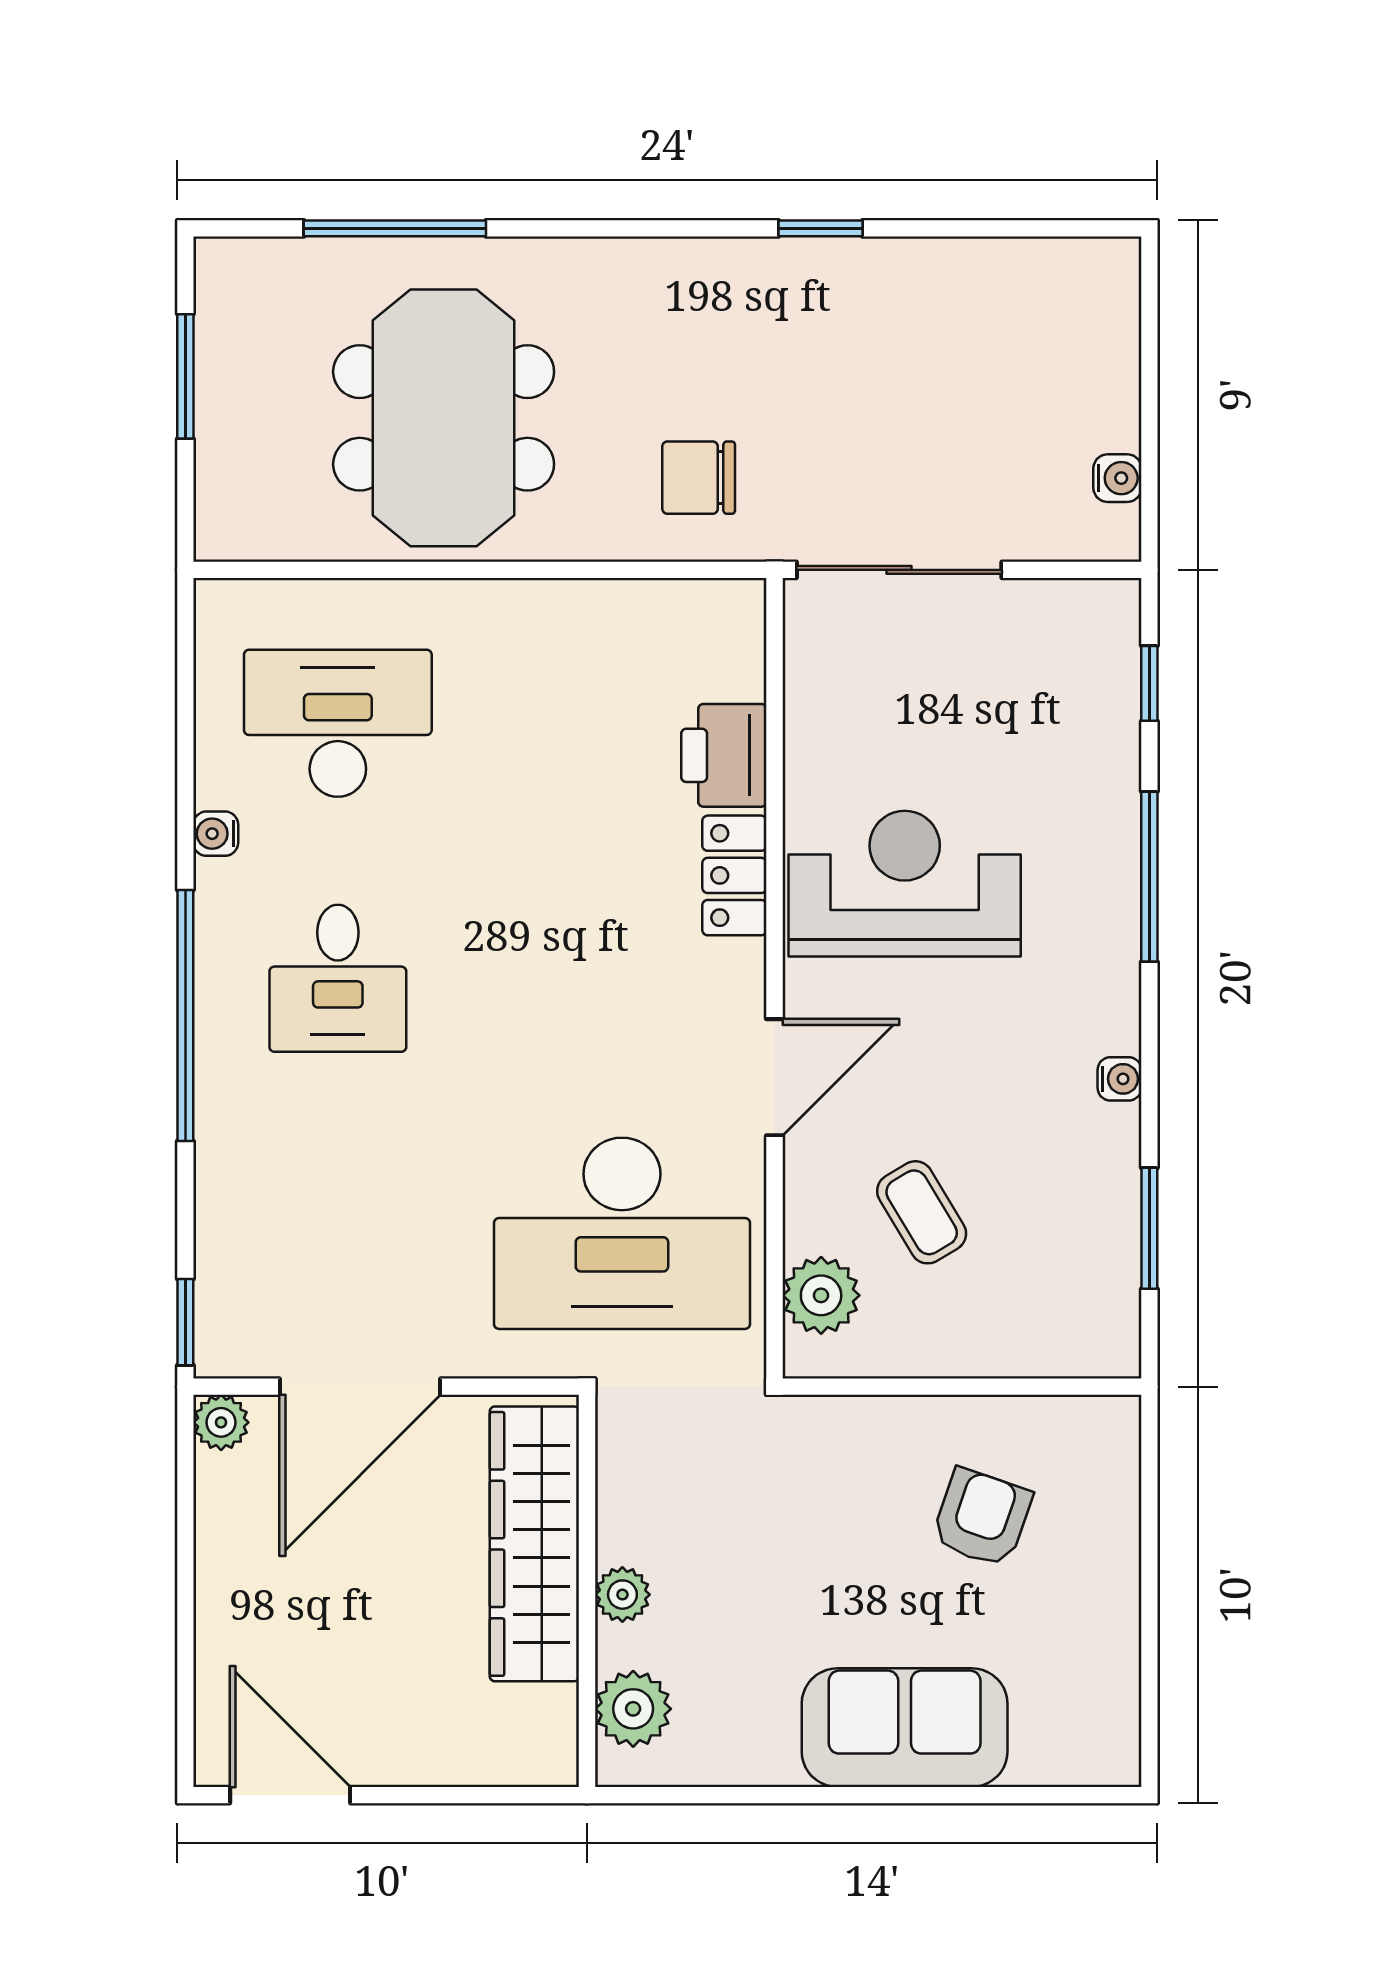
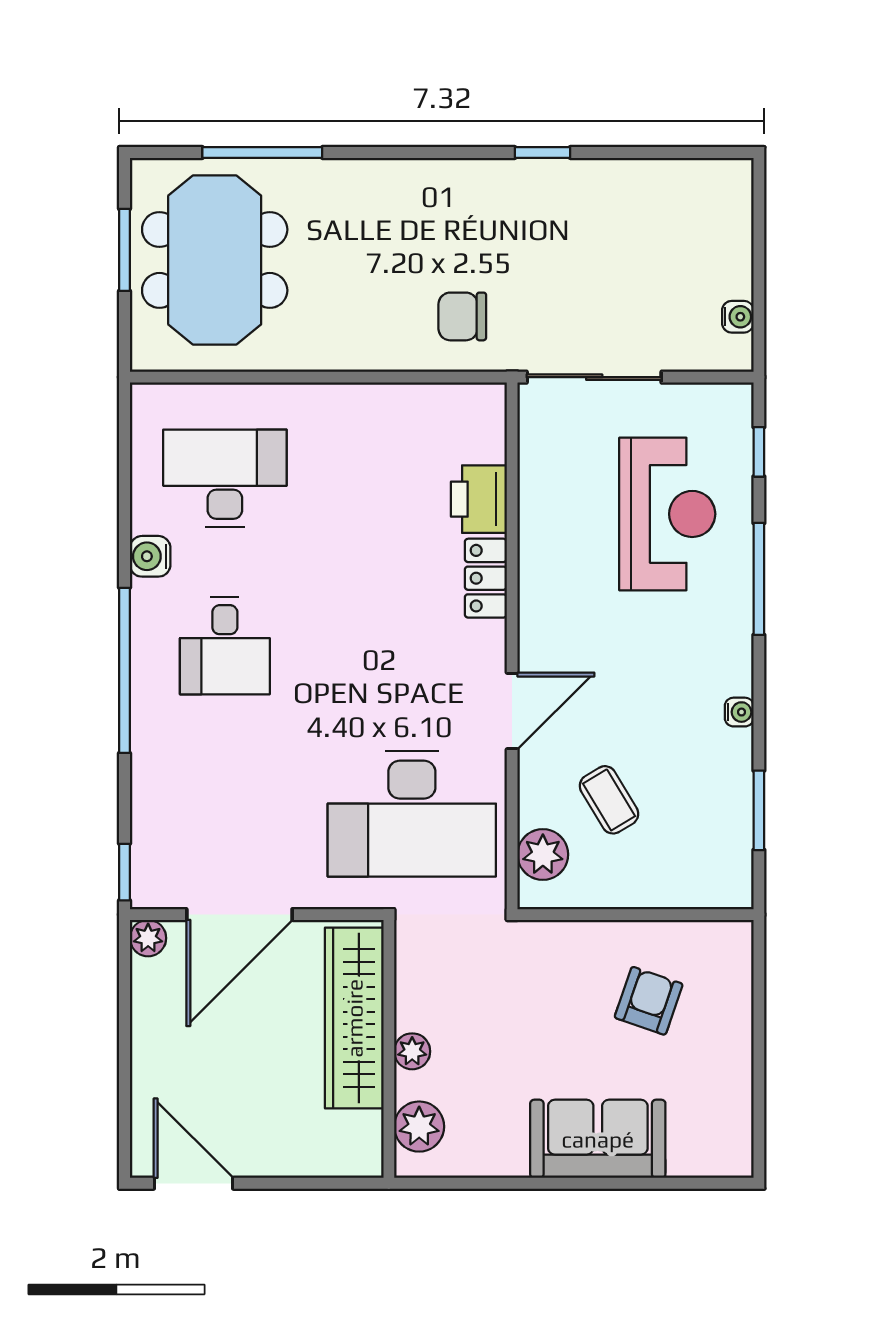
meeting table: (444, 418) -> (215, 260), moved
water cooler: (216, 834) -> (150, 556), width x1.38, depth x1.38
reception desk: (905, 884) -> (667, 514), moved, turned 90

